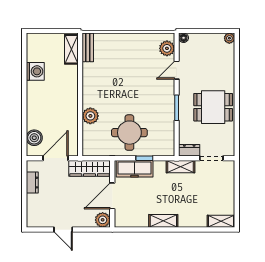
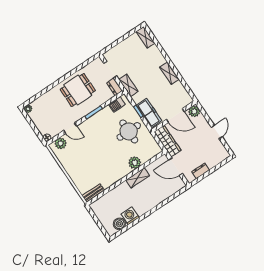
shelving: (71, 49) -> (138, 178), moved
dining table: (213, 107) -> (78, 90), turned 90
boiler: (34, 138) -> (119, 224), moved
barbecue: (168, 140) -> (117, 104), added

